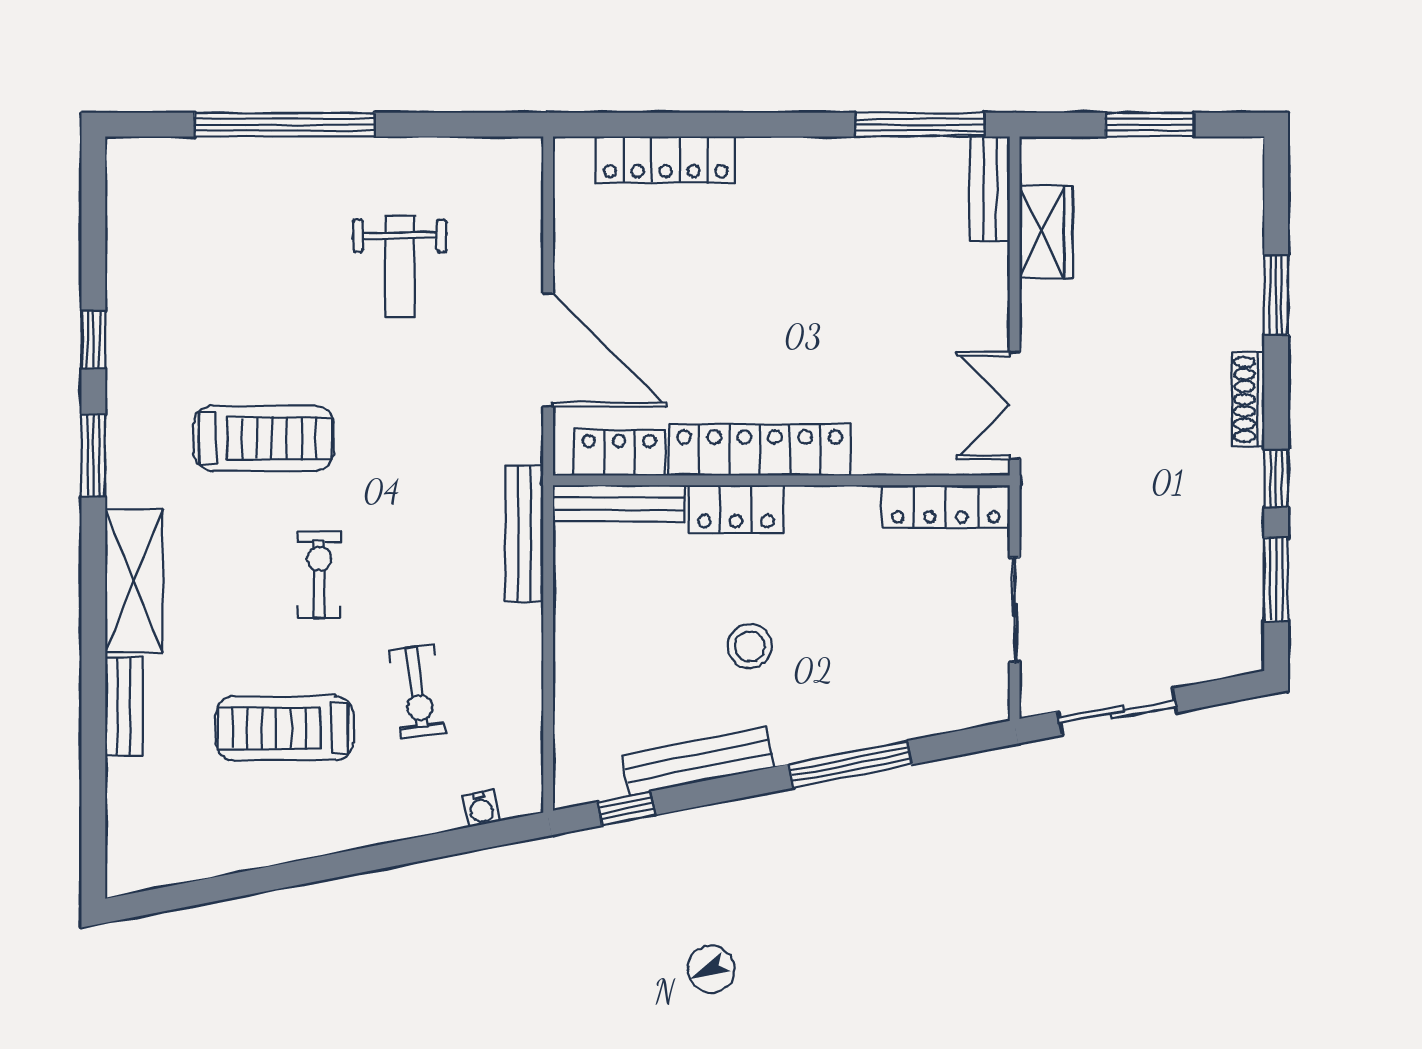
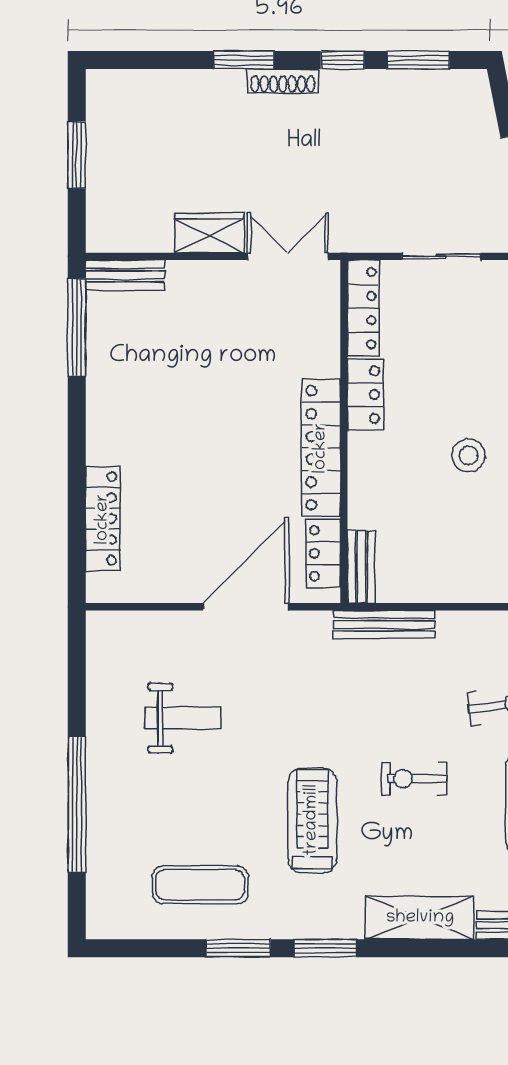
wardrobe: (1046, 232) -> (209, 233), moved
exercise mat: (178, 289) -> (200, 885), added
window: (1276, 295) -> (244, 60), moved
window: (93, 340) -> (238, 948), width x1.50
double door: (1015, 406) -> (288, 256), swing flipped
bench: (619, 504) -> (361, 567), width x0.73
locker: (736, 509) -> (365, 395), moved

